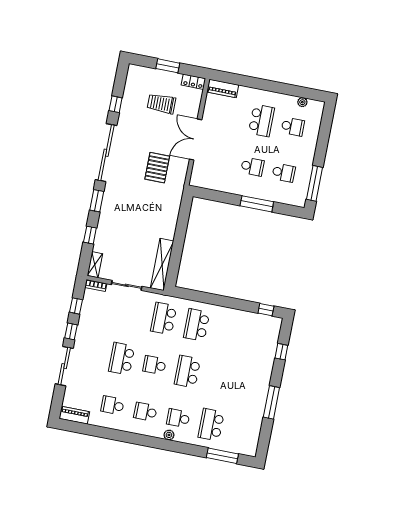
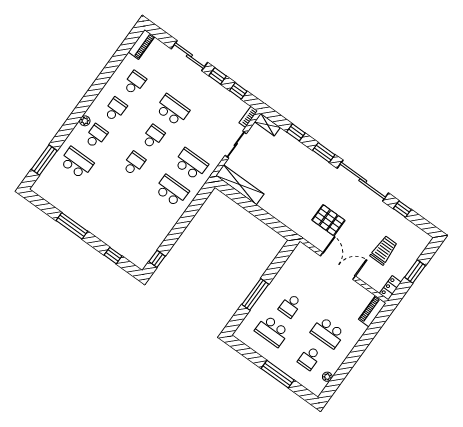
school desk: (284, 173) -> (272, 331), width x1.85
window: (314, 183) -> (278, 374), moved
school desk: (187, 372) -> (134, 163), width x0.54

